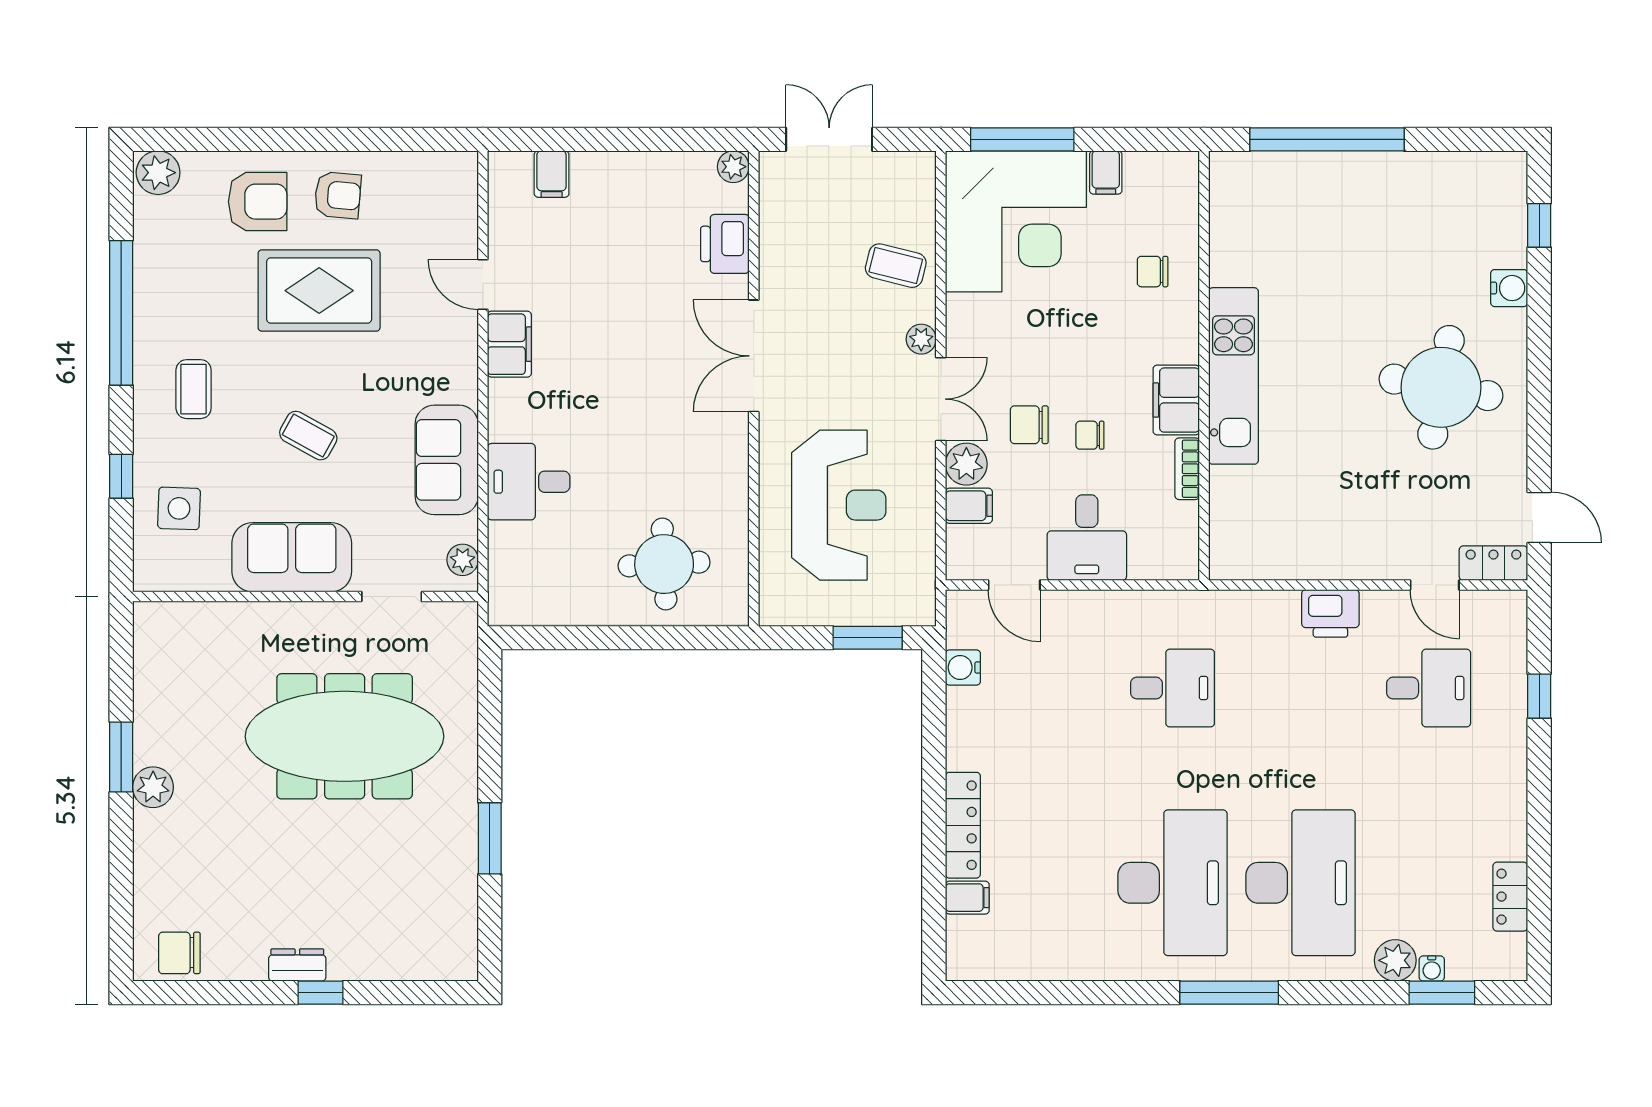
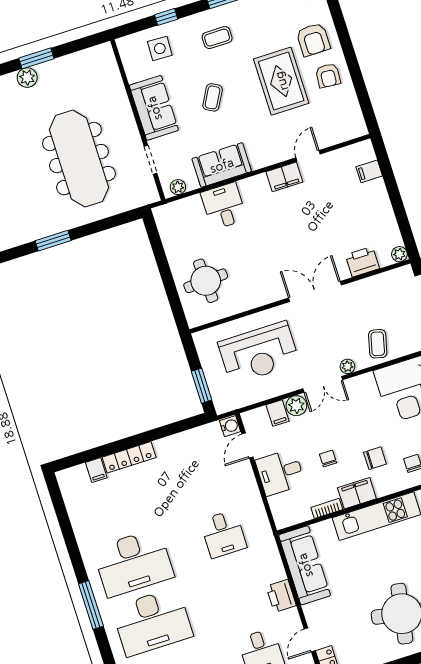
chair: (1029, 425) -> (375, 458), moved, turned 90
sofa: (1285, 548) -> (305, 565), added
water cooler: (963, 667) -> (230, 426), moved, turned 90

